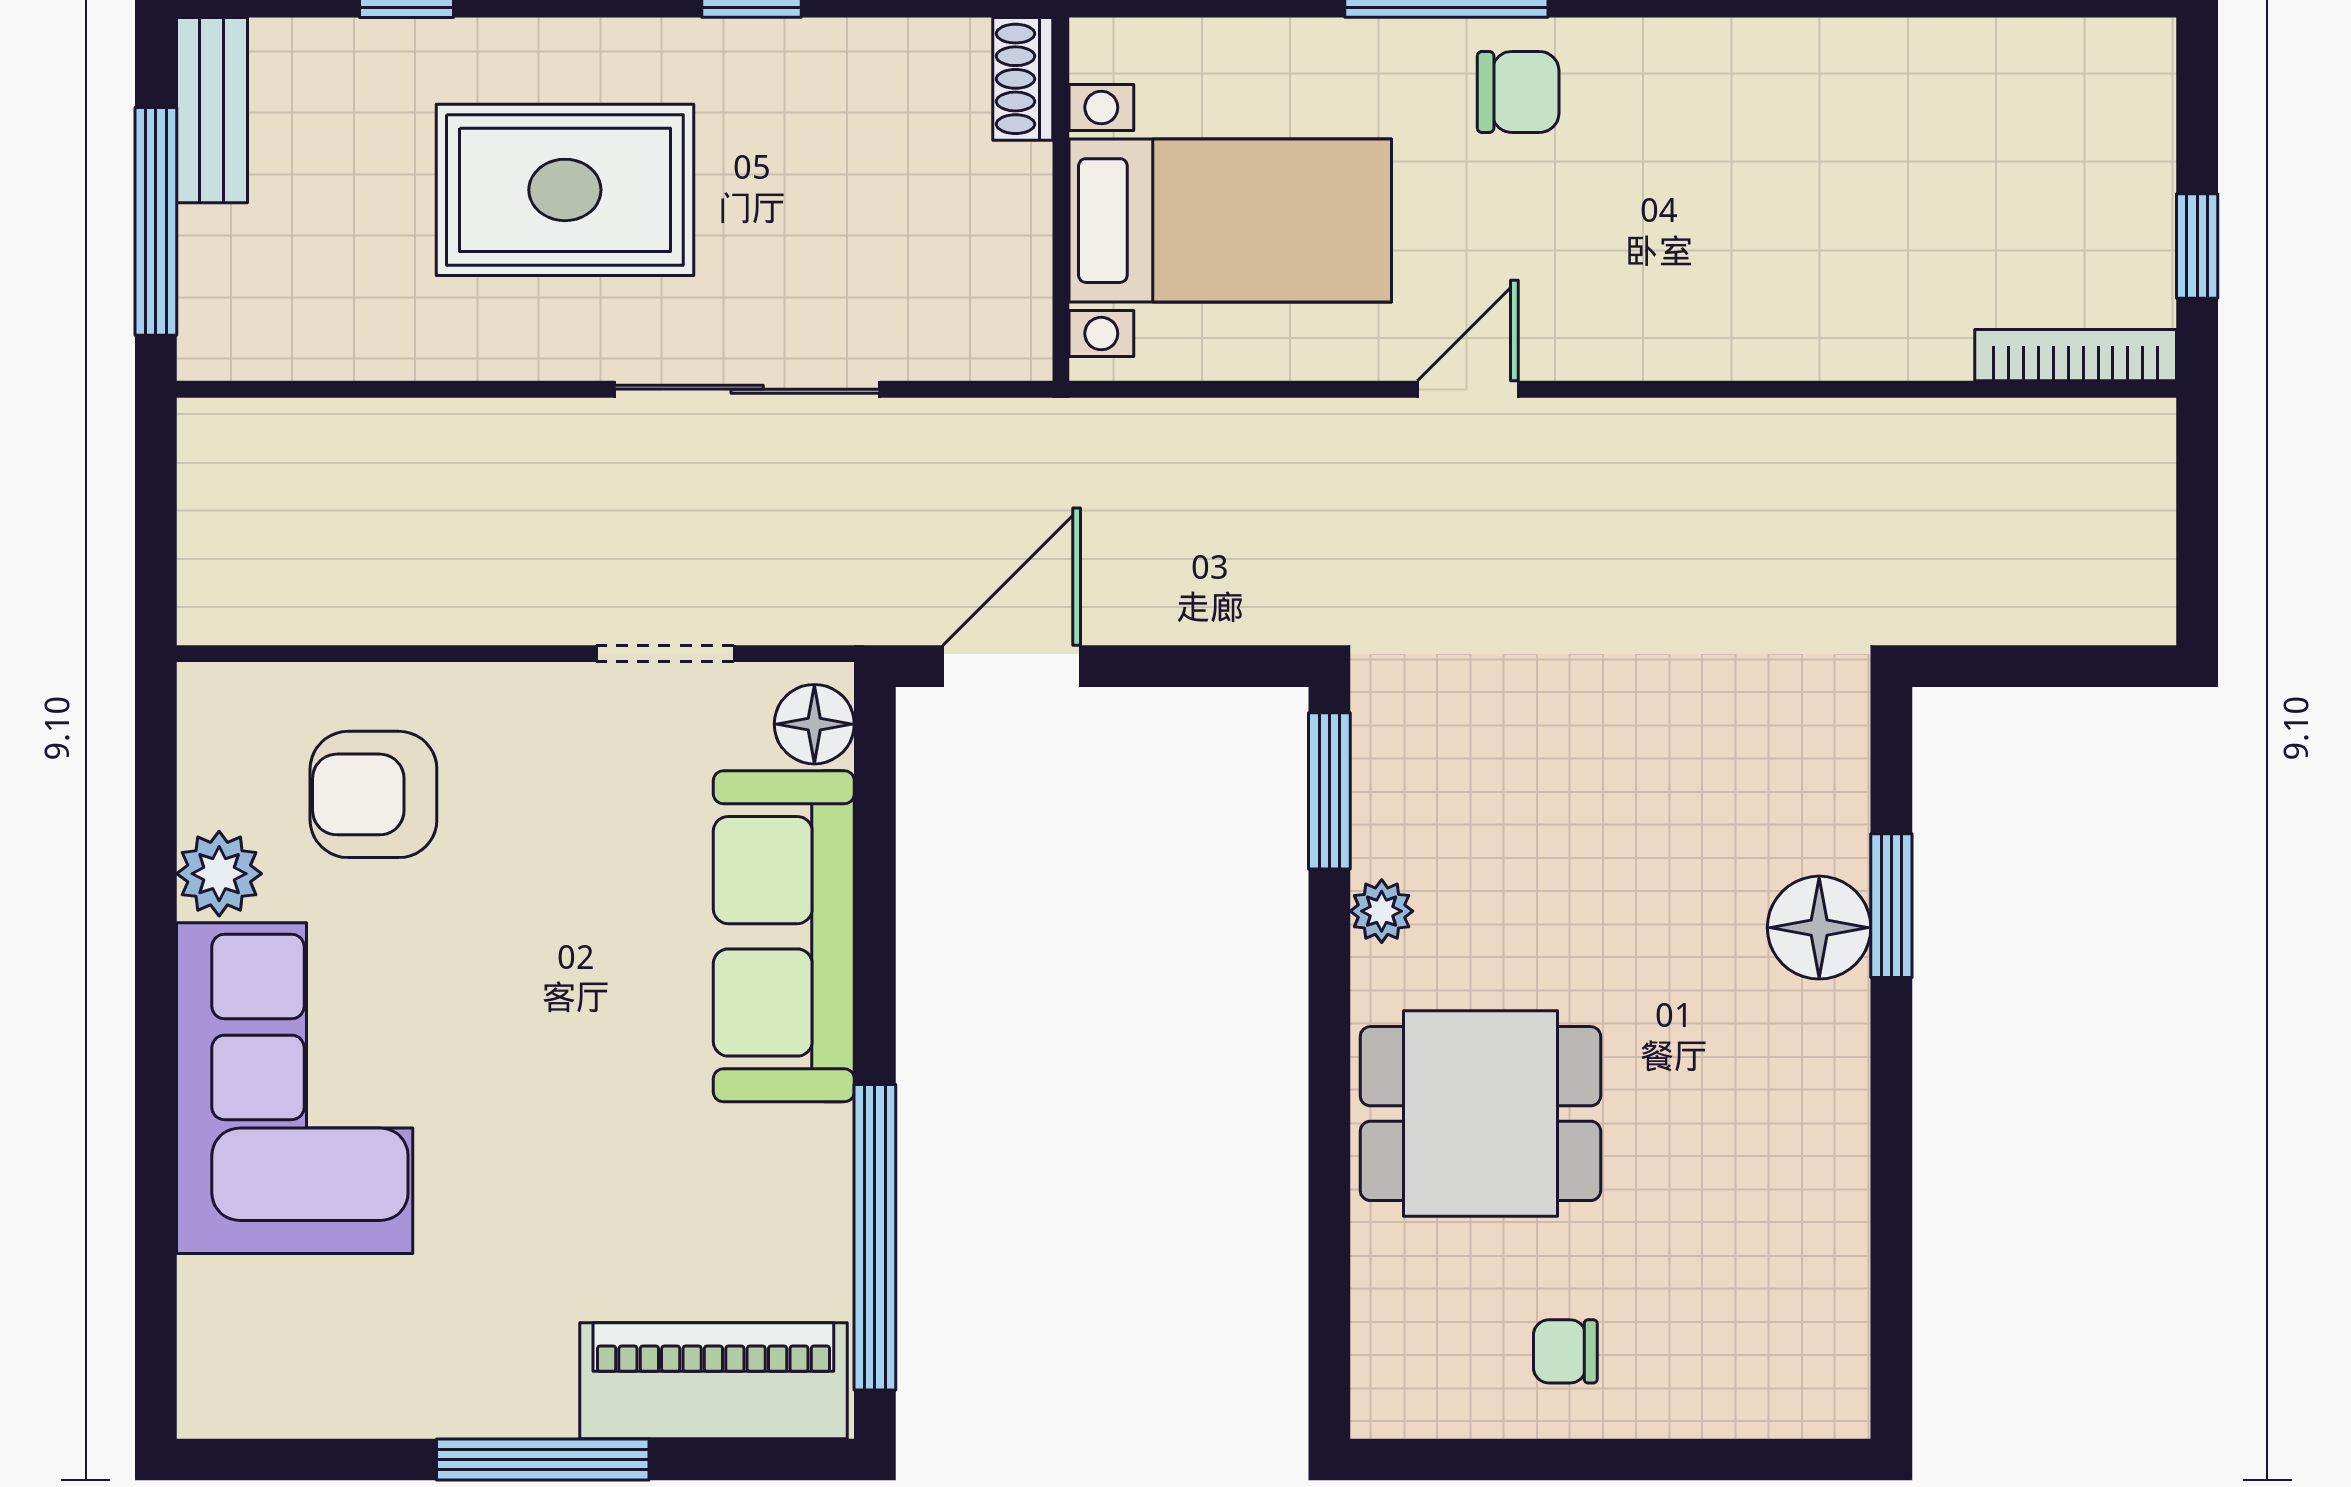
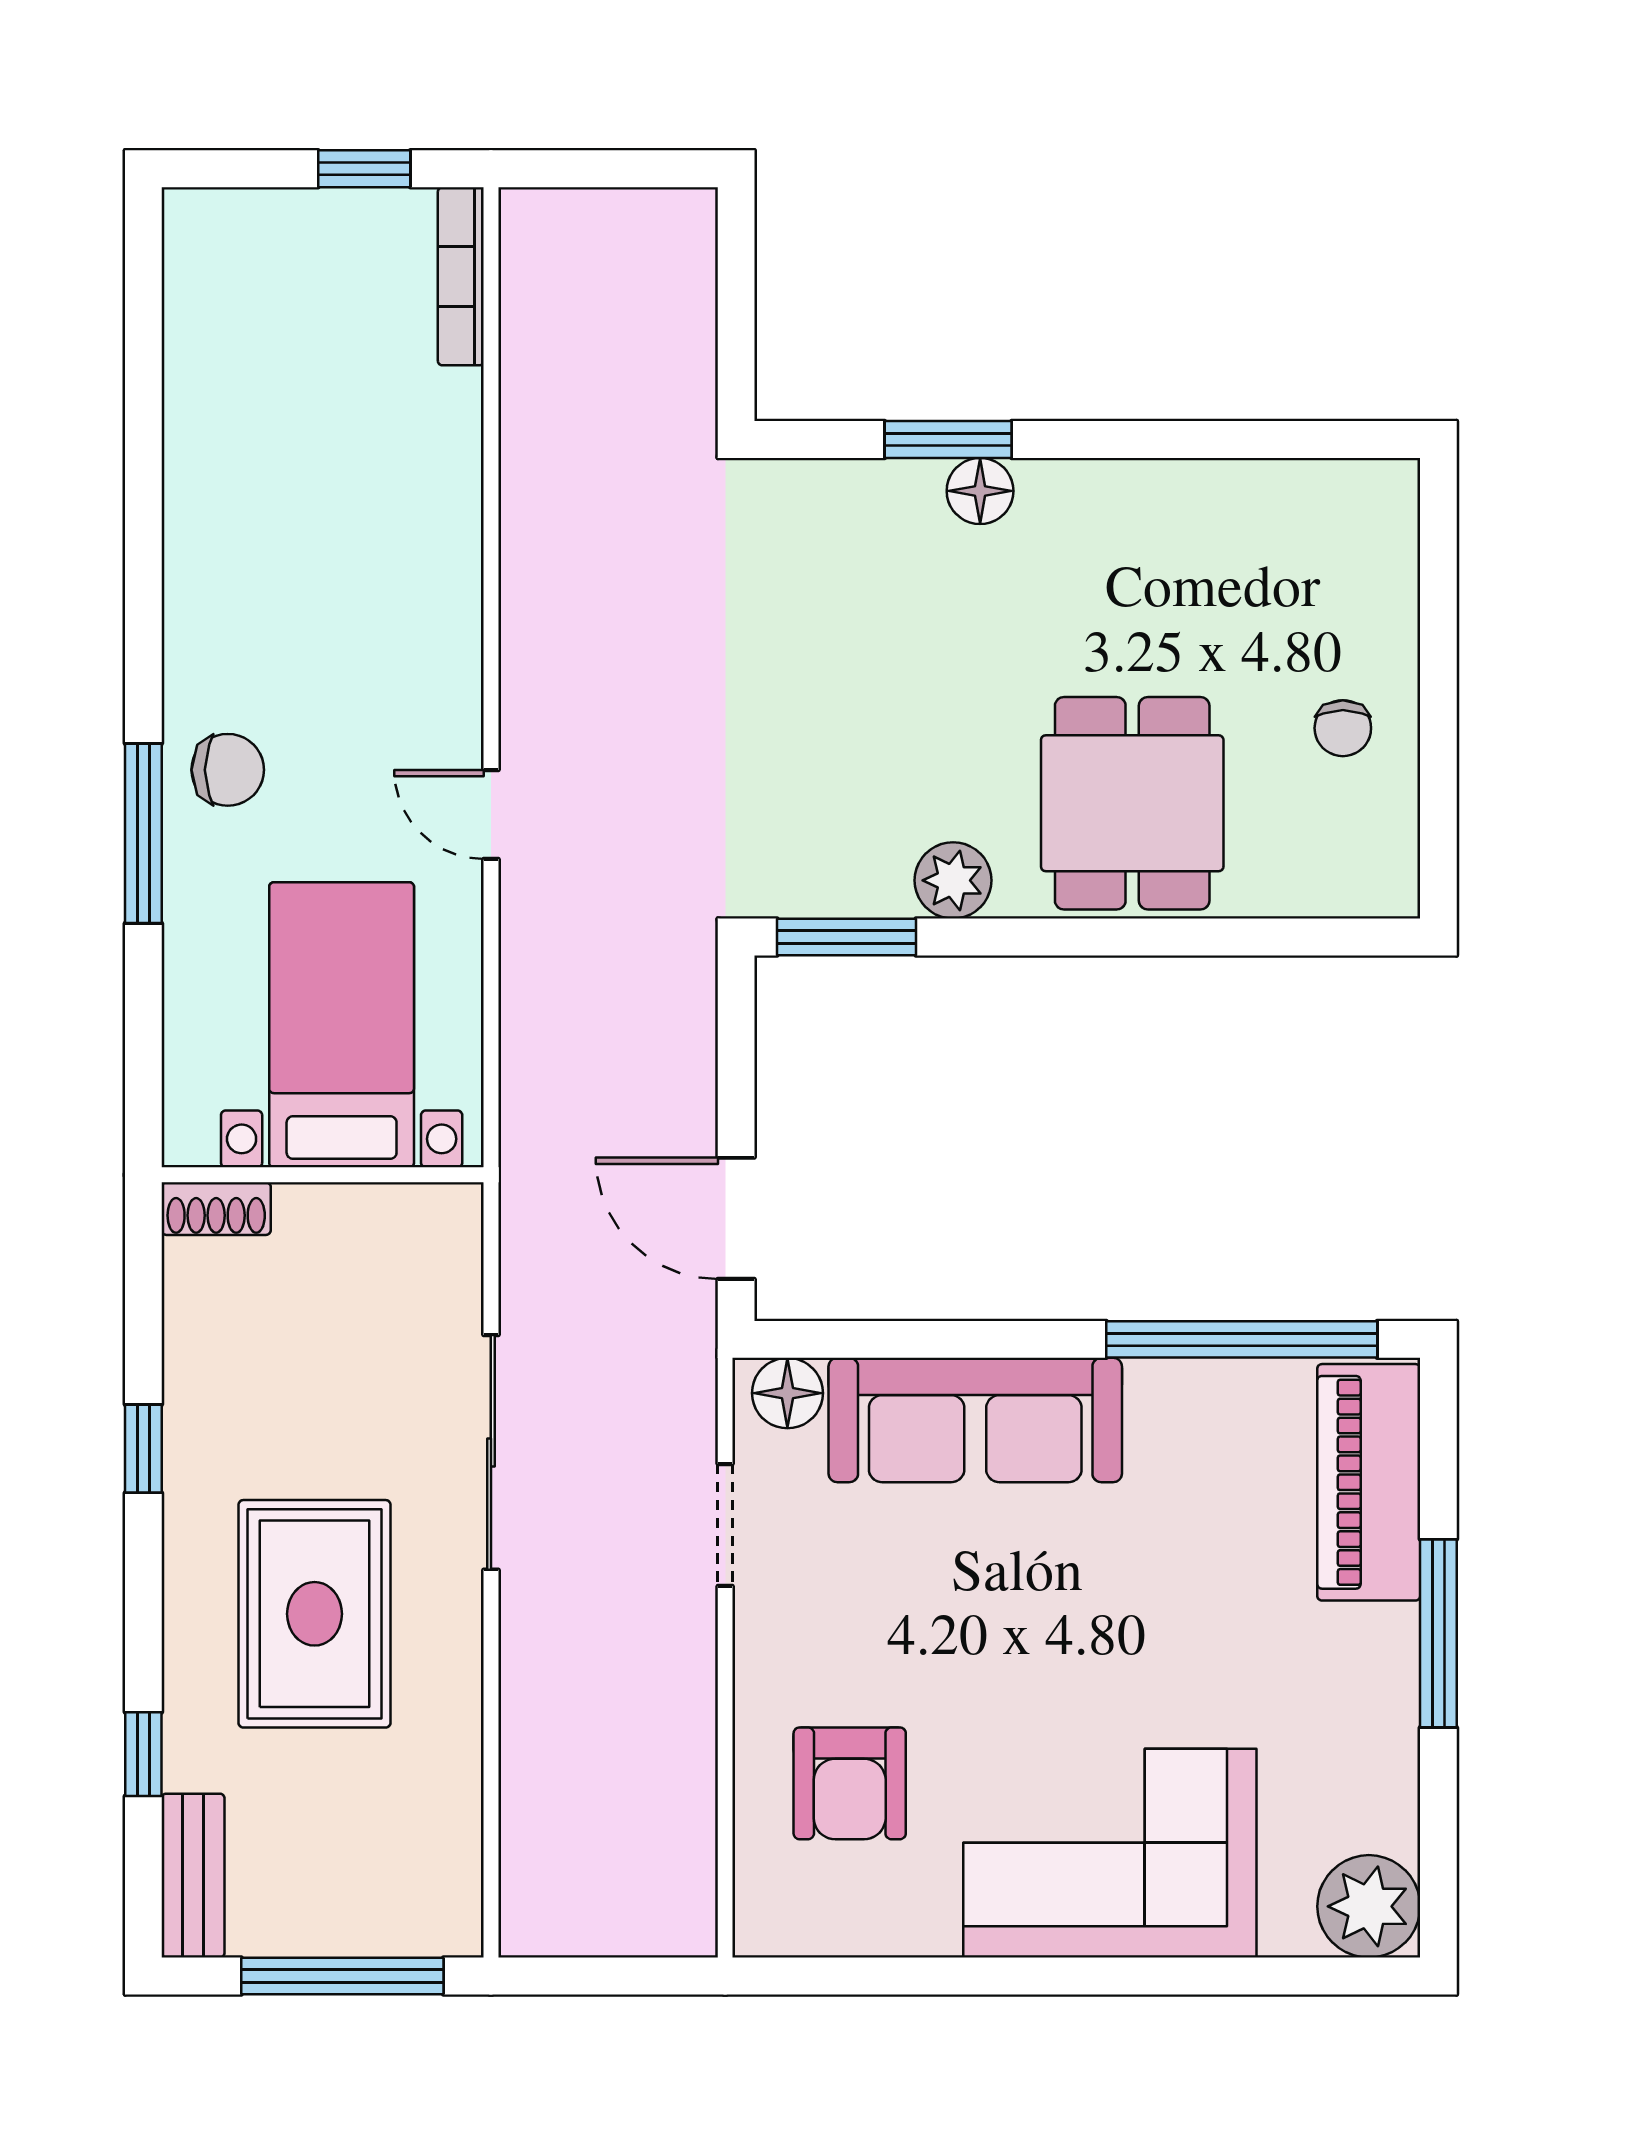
chair: (1518, 92) -> (228, 770), turned 90
bench: (212, 110) -> (193, 1876), moved, turned 90
plant: (219, 874) -> (1369, 1906), moved, width x1.36, depth x1.36
plant: (1382, 911) -> (953, 880), width x1.38, depth x1.38
floor lamp: (1819, 928) -> (980, 491), width x0.73, depth x0.73

